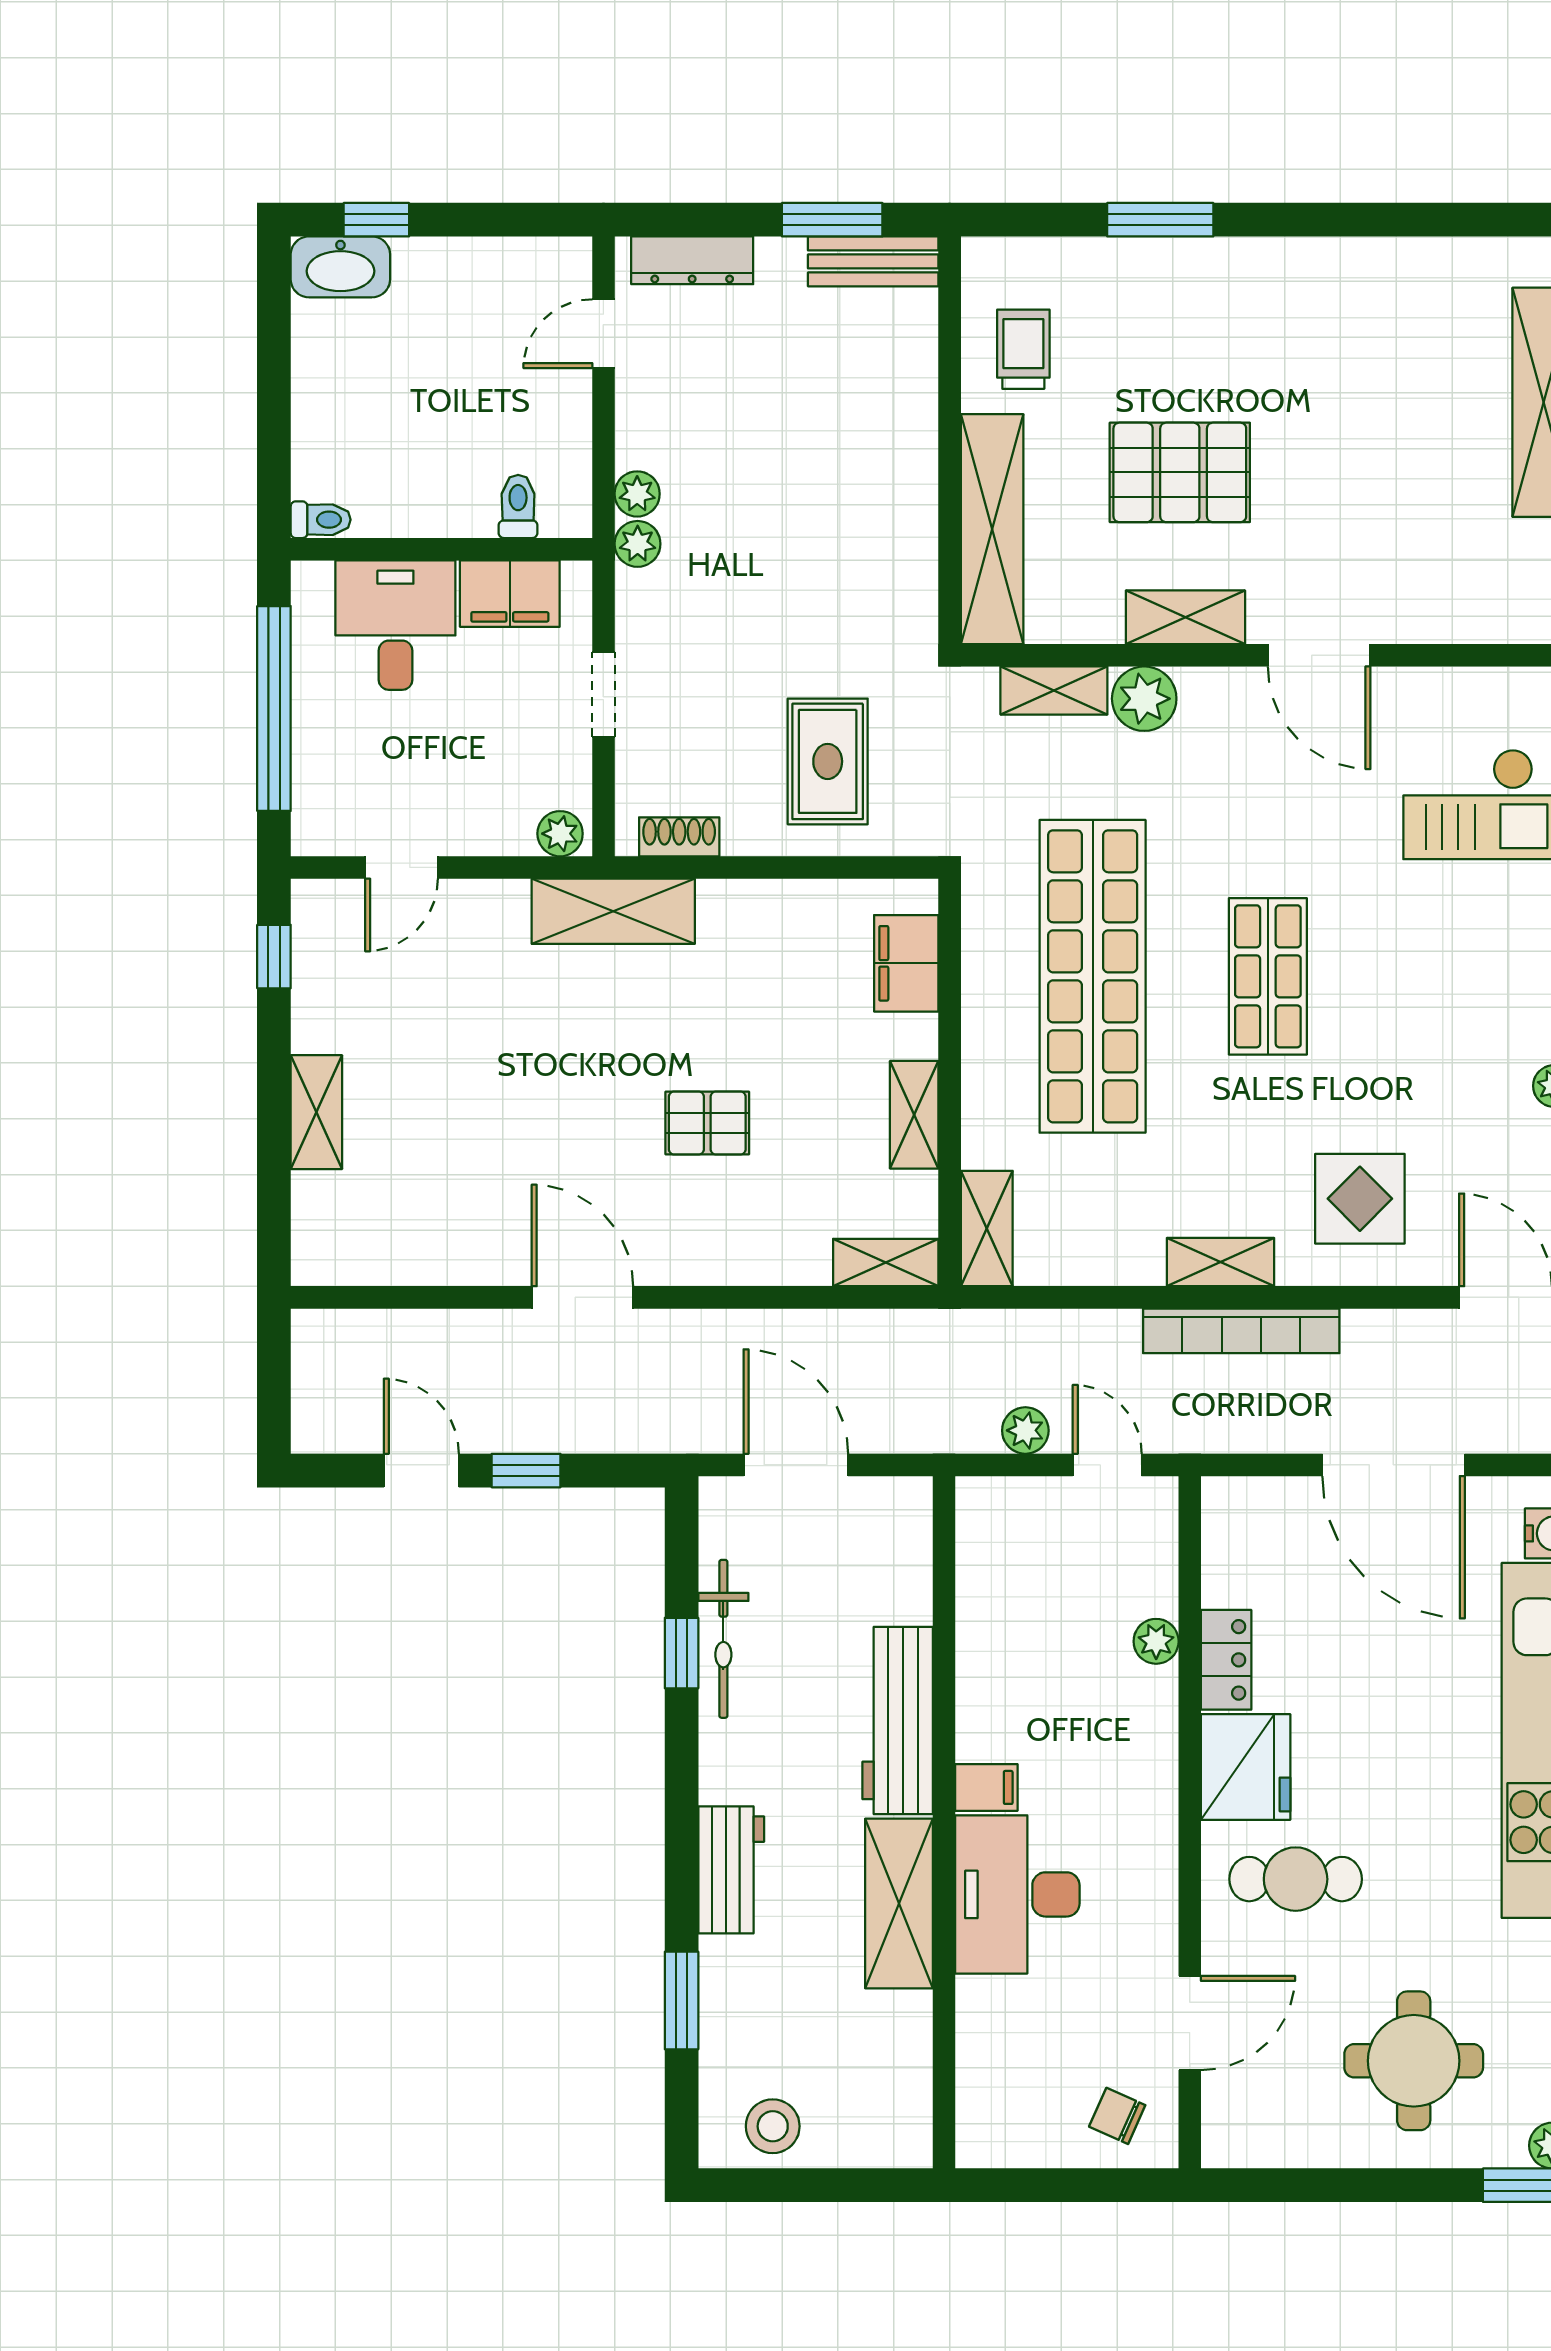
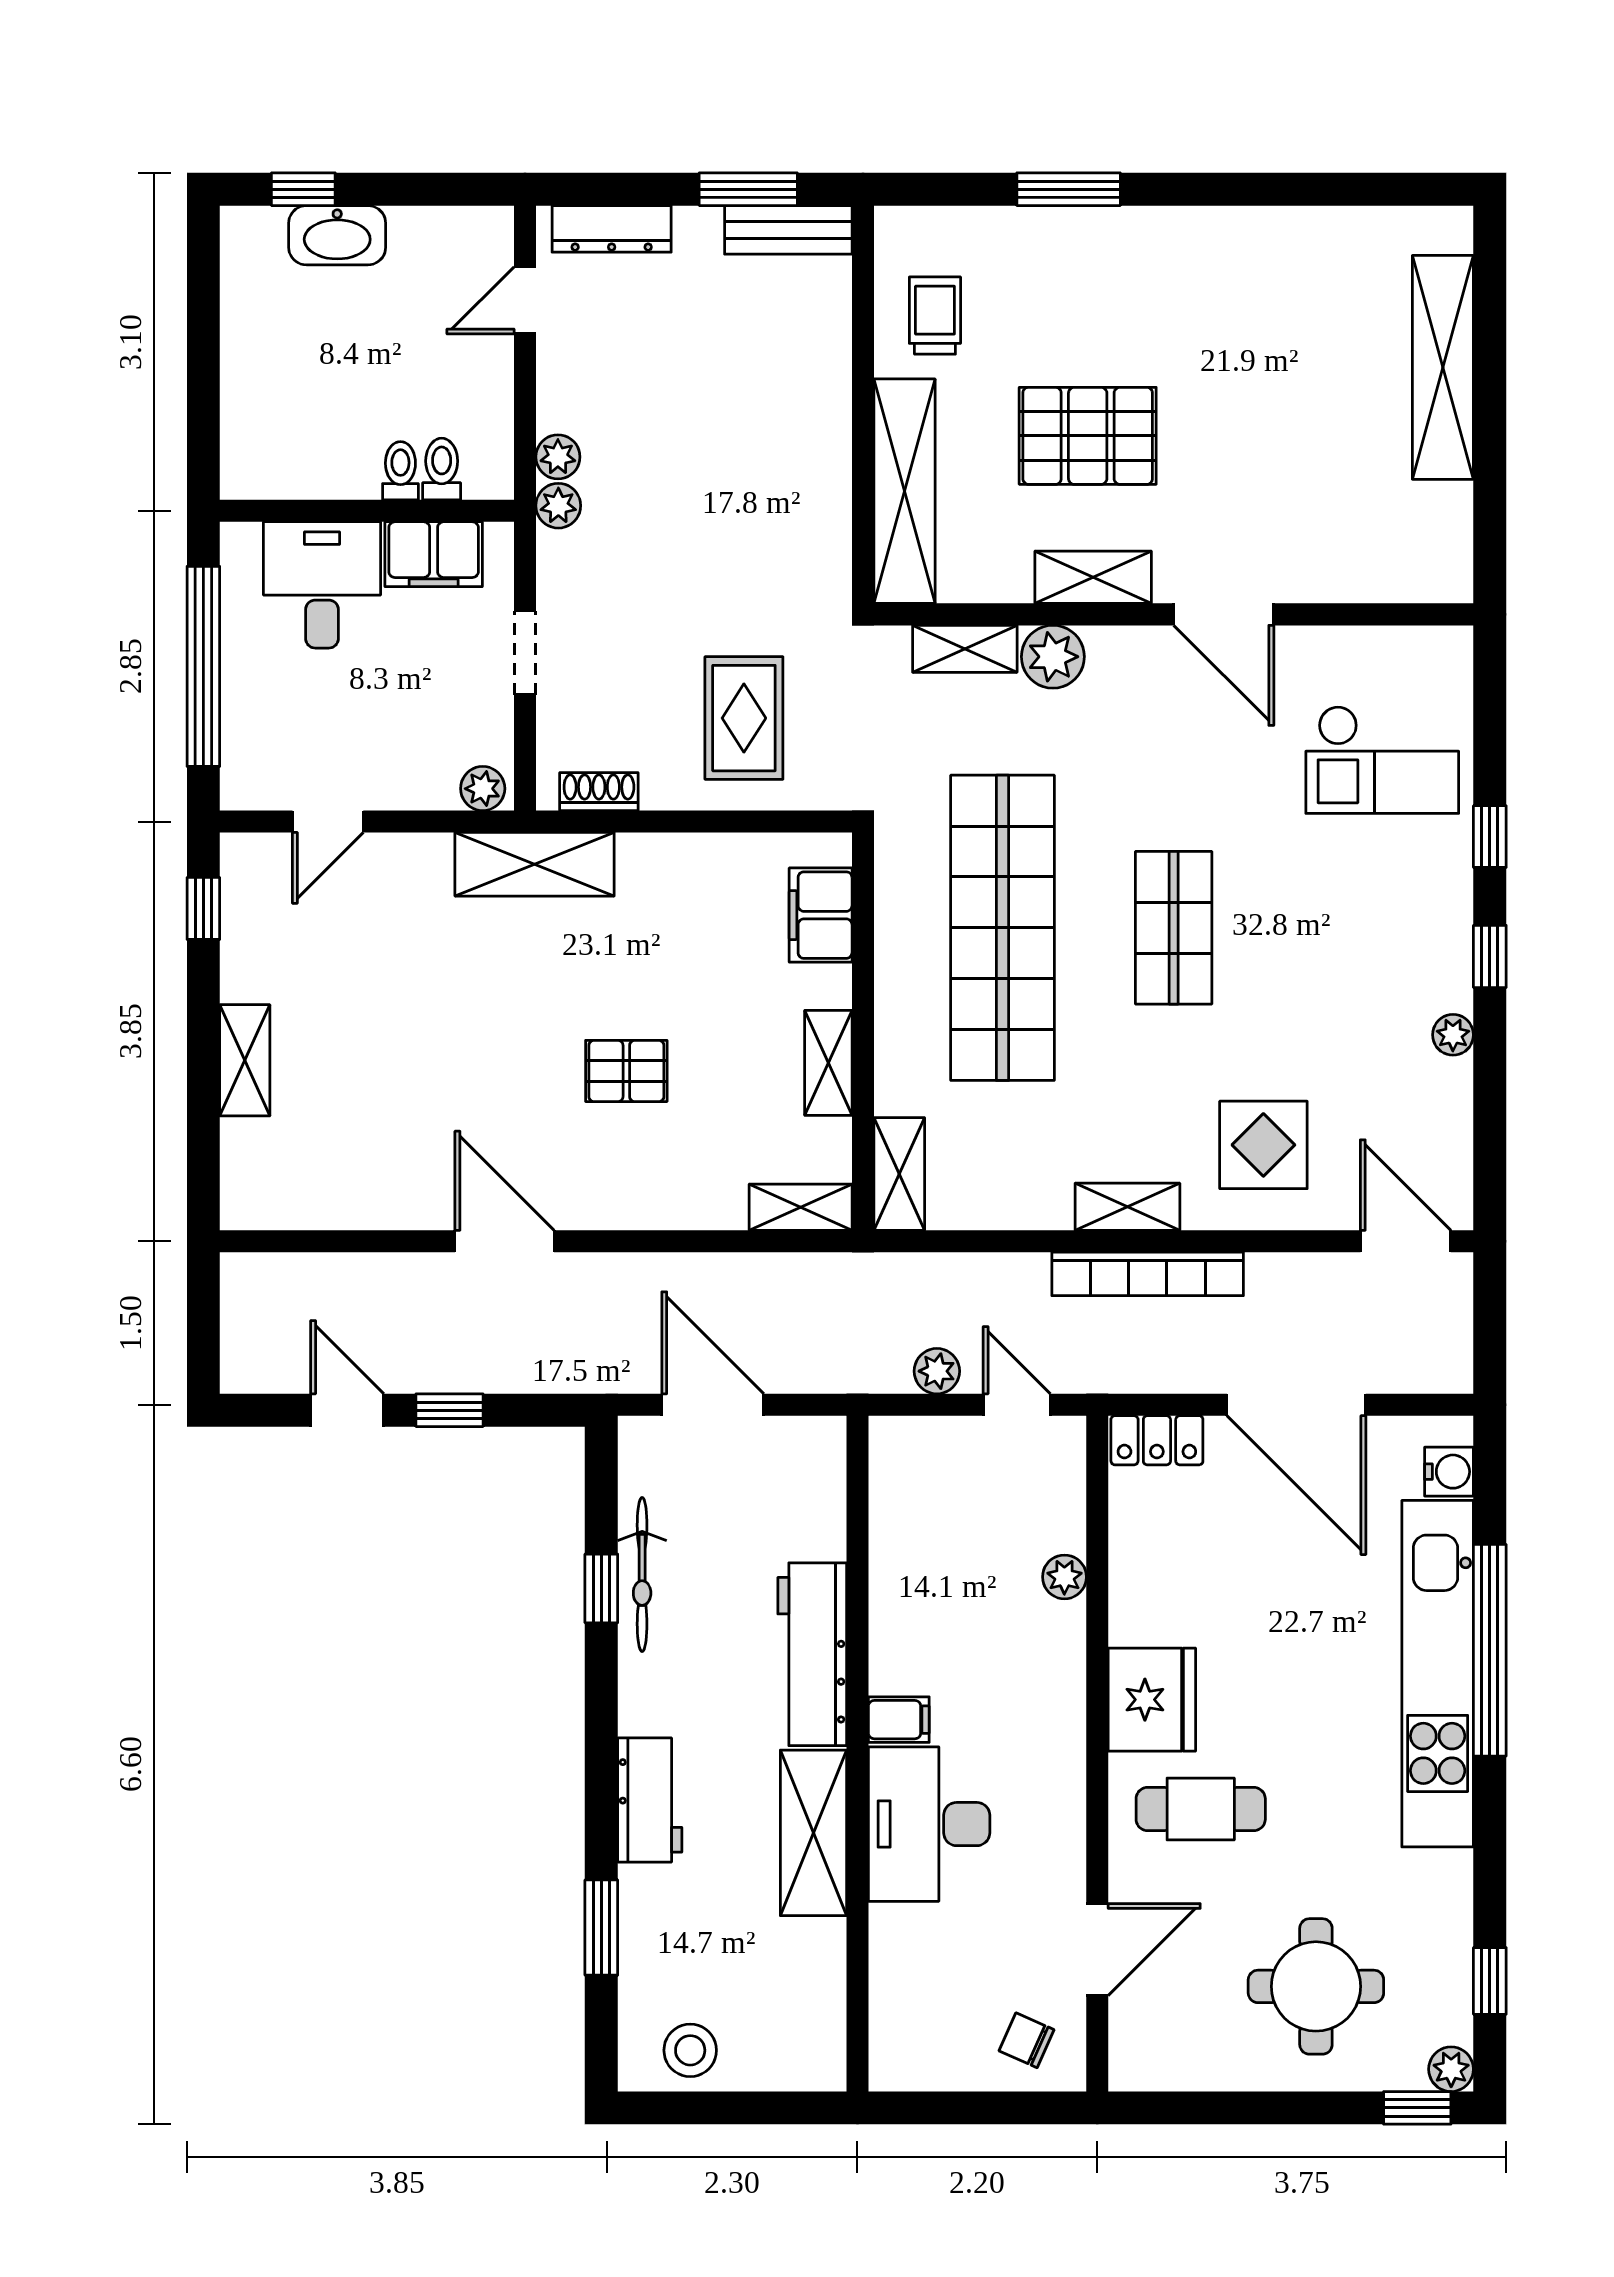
washbasin: (340, 267) -> (337, 235), moved
toilet: (321, 520) -> (400, 471), moved, turned -90
locker: (1226, 1660) -> (1157, 1440), moved, turned 90

